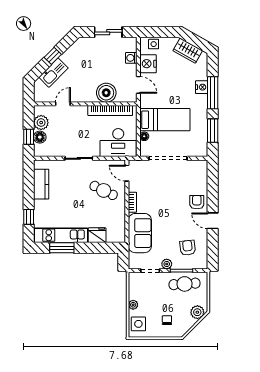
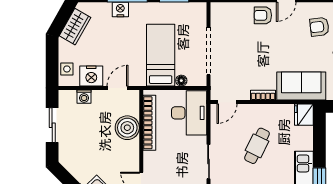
cafe table: (104, 190) -> (257, 146), moved
fridge: (97, 235) -> (304, 115), moved

